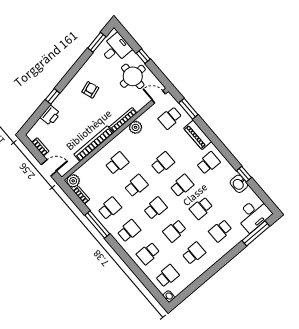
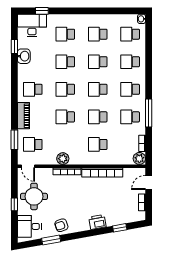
window: (97, 42) -> (51, 240), moved
armchair: (90, 90) -> (61, 225), moved
window: (52, 96) -> (120, 228), moved
printer: (50, 115) -> (97, 222), moved
school desk: (170, 118) -> (33, 144), turned 180
door: (49, 168) -> (149, 182), hinge flipped
window: (244, 174) -> (14, 47), moved
school desk: (201, 208) -> (65, 62), turned 180
school desk: (175, 231) -> (98, 62), turned 180
school desk: (220, 231) -> (65, 34), turned 180
window: (256, 233) -> (42, 11), width x0.46
school desk: (148, 253) -> (130, 62), turned 180

